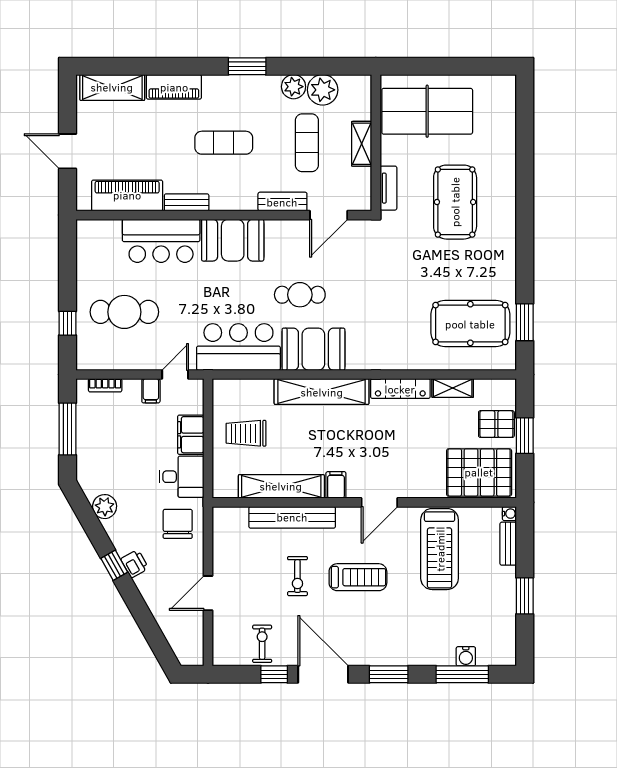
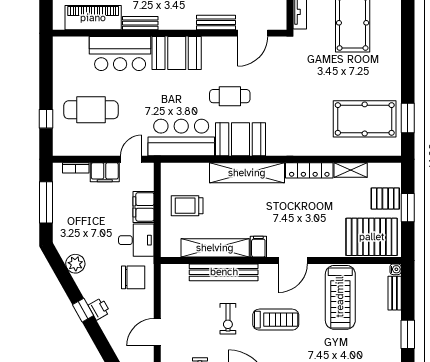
filing cabinet: (151, 391) -> (105, 172), width x2.00
chair: (178, 524) -> (133, 277), turned 90

